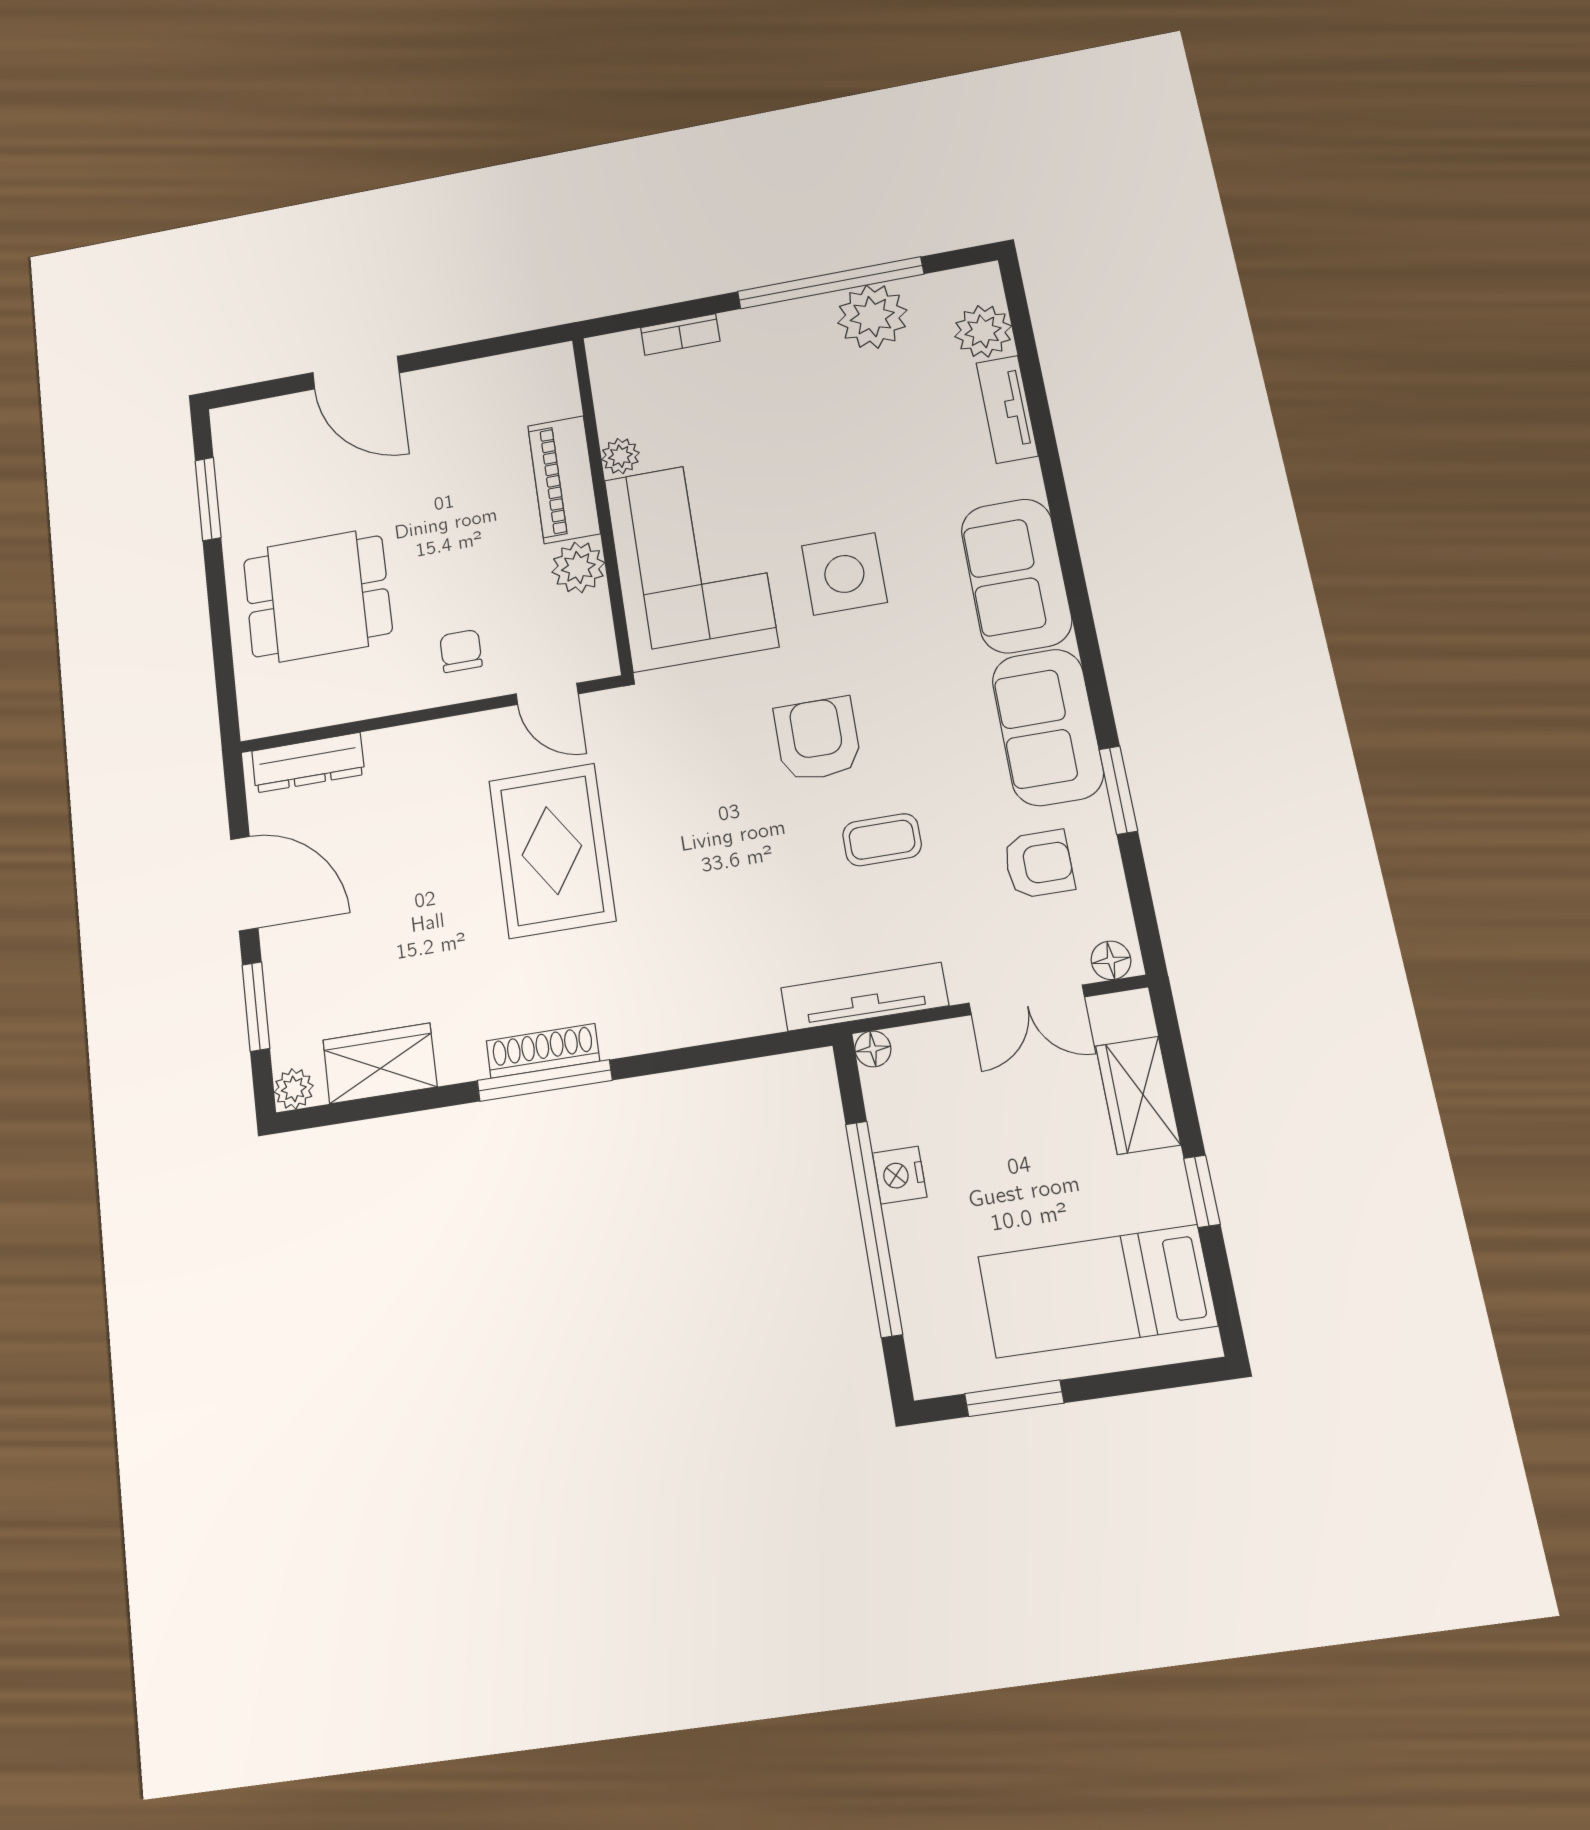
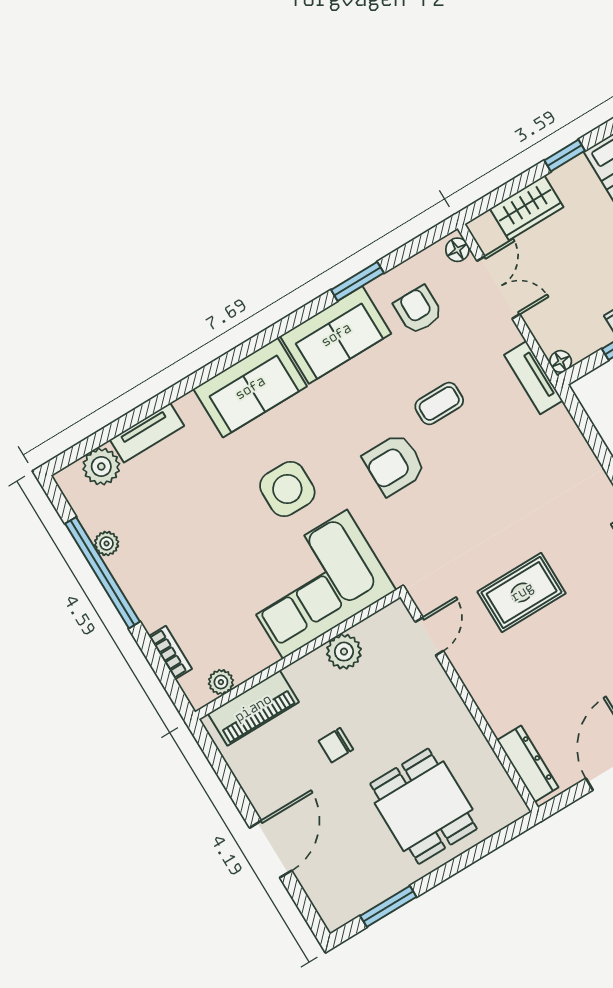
plant: (872, 317) -> (107, 543), width x0.53, depth x0.53
plant: (620, 456) -> (221, 682), moved
piano: (564, 479) -> (253, 708), moved
chair: (461, 651) -> (336, 745), moved
coffee table: (882, 840) -> (439, 403), turned 90
rug: (552, 850) -> (522, 592), width x0.73, depth x0.70
tv unit: (864, 997) -> (533, 378), width x0.71

